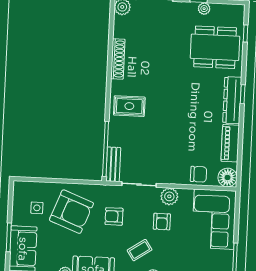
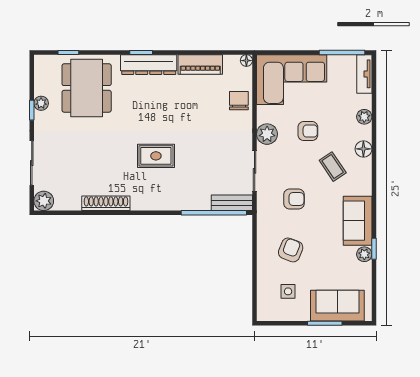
rug: (129, 106) -> (156, 156), moved, turned 90
floor lamp: (227, 177) -> (246, 61), width x0.53, depth x0.53
armchair: (71, 212) -> (291, 250), width x0.53, depth x0.53
armchair: (114, 216) -> (294, 199), turned -90
armchair: (162, 222) -> (308, 131), moved

